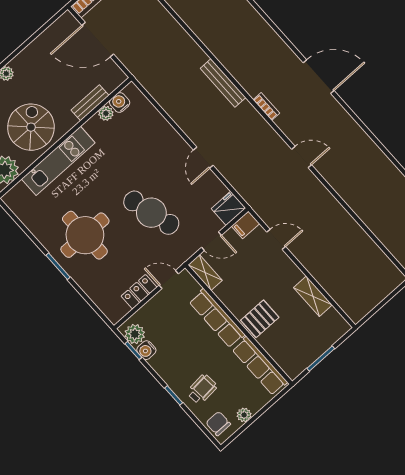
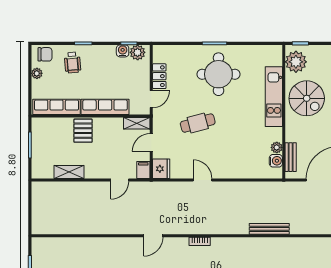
bench: (223, 83) -> (269, 229), moved
bench: (90, 103) -> (291, 157), moved
cafe table: (151, 213) -> (198, 123), width x0.73, depth x0.74

